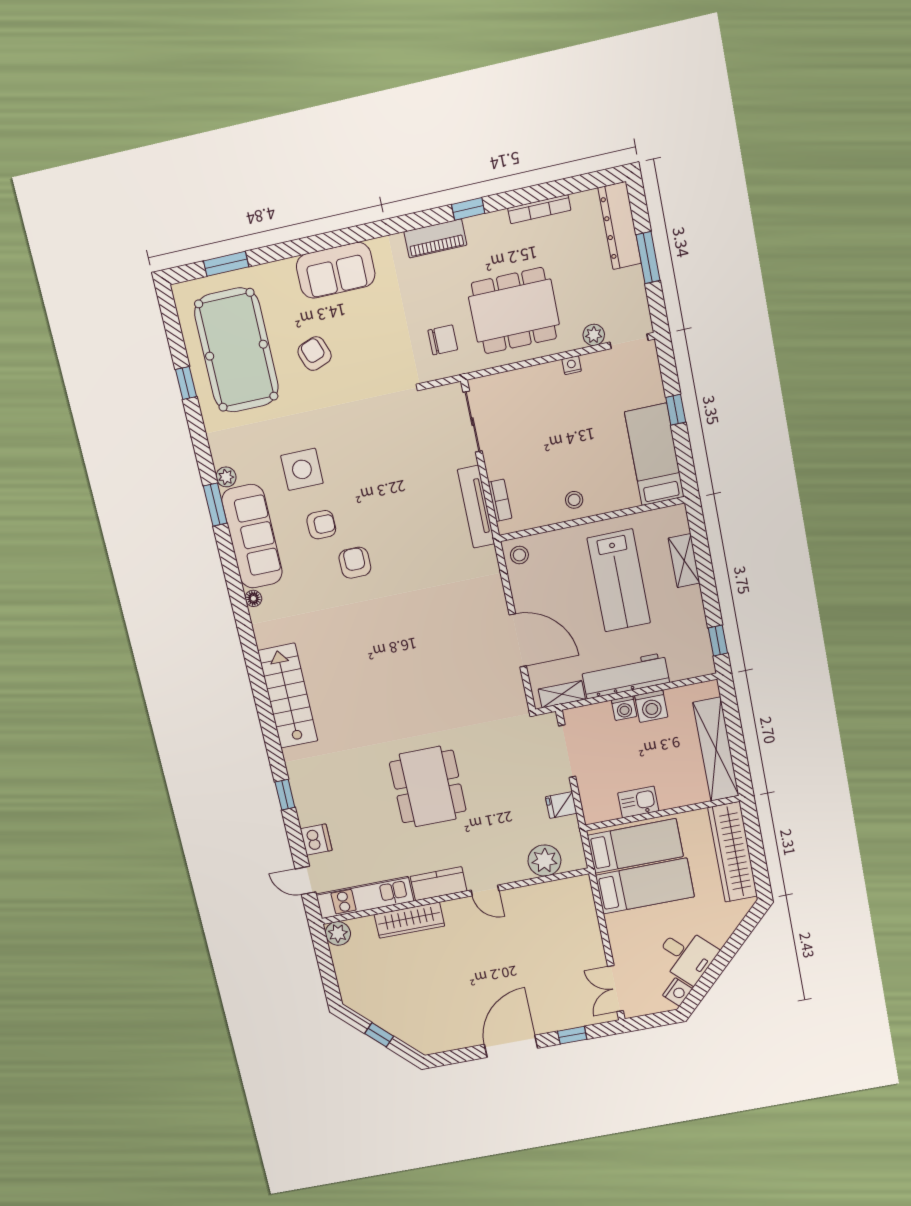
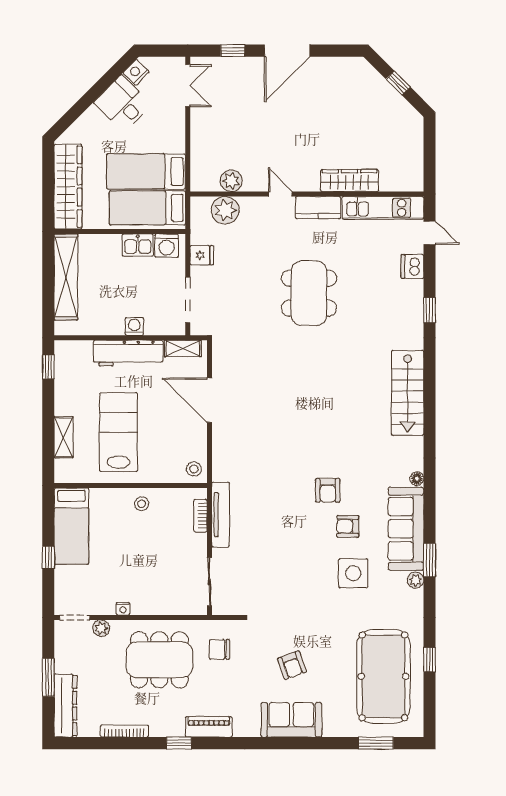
armchair: (315, 354) -> (292, 665), moved
washing machine: (651, 706) -> (167, 246), moved, turned 180
plant: (338, 933) -> (231, 181), moved

